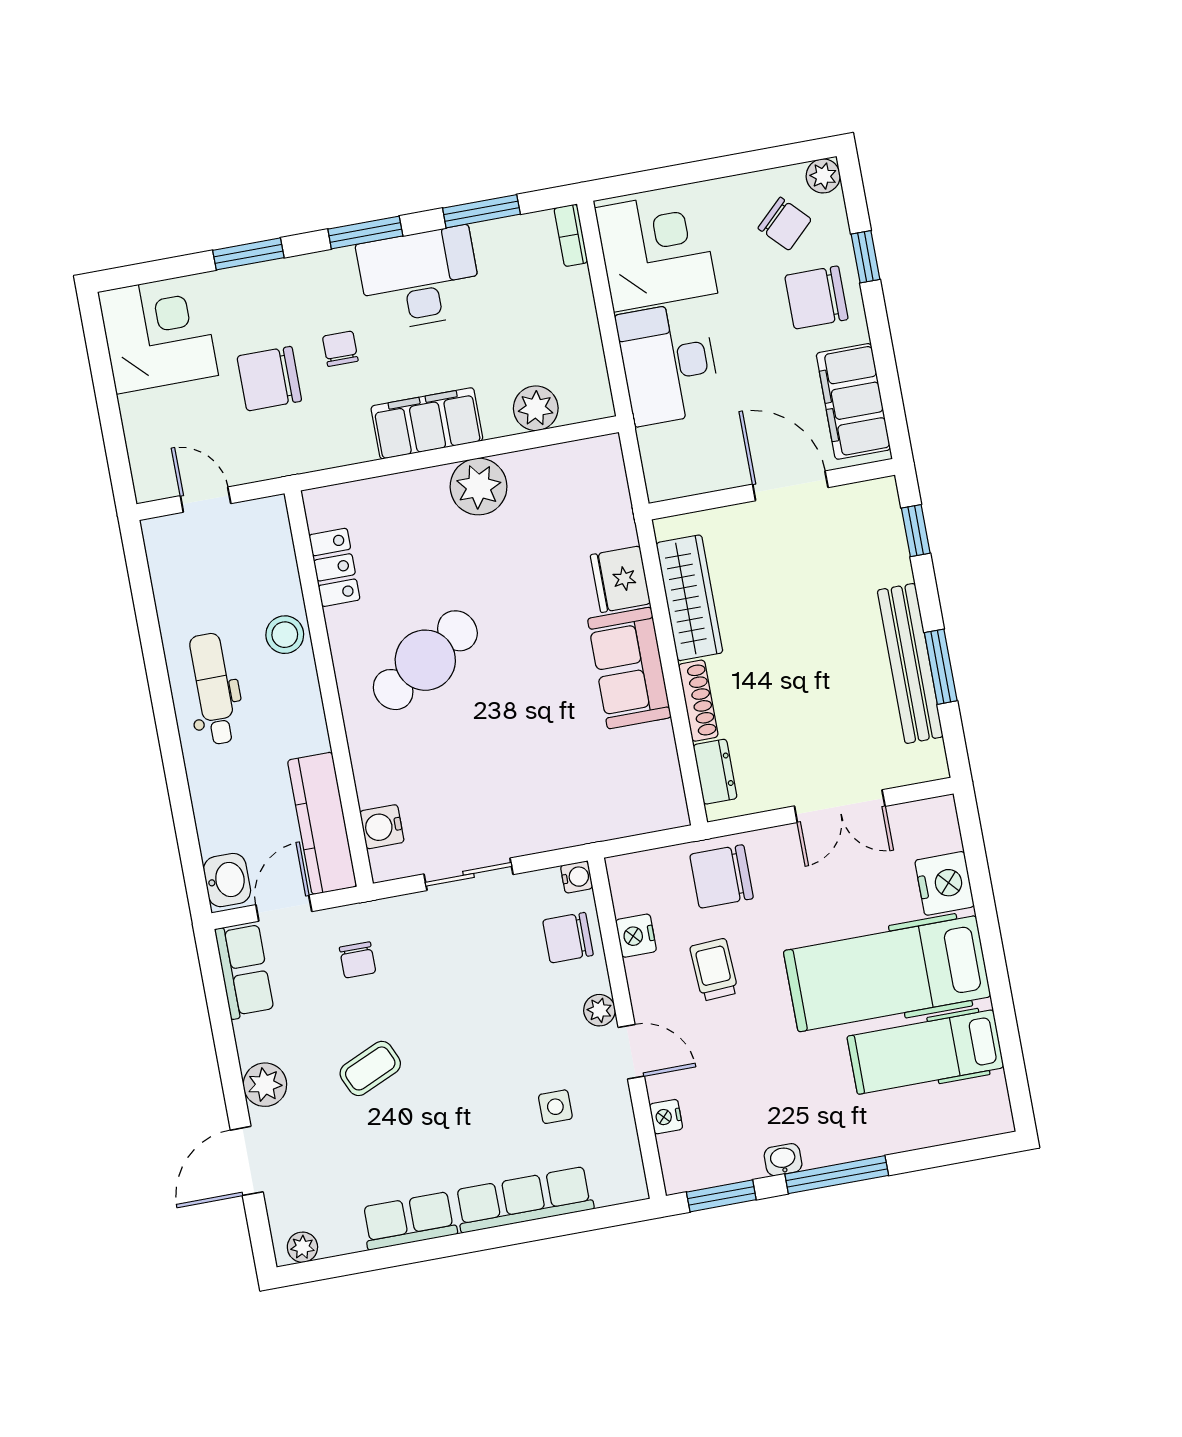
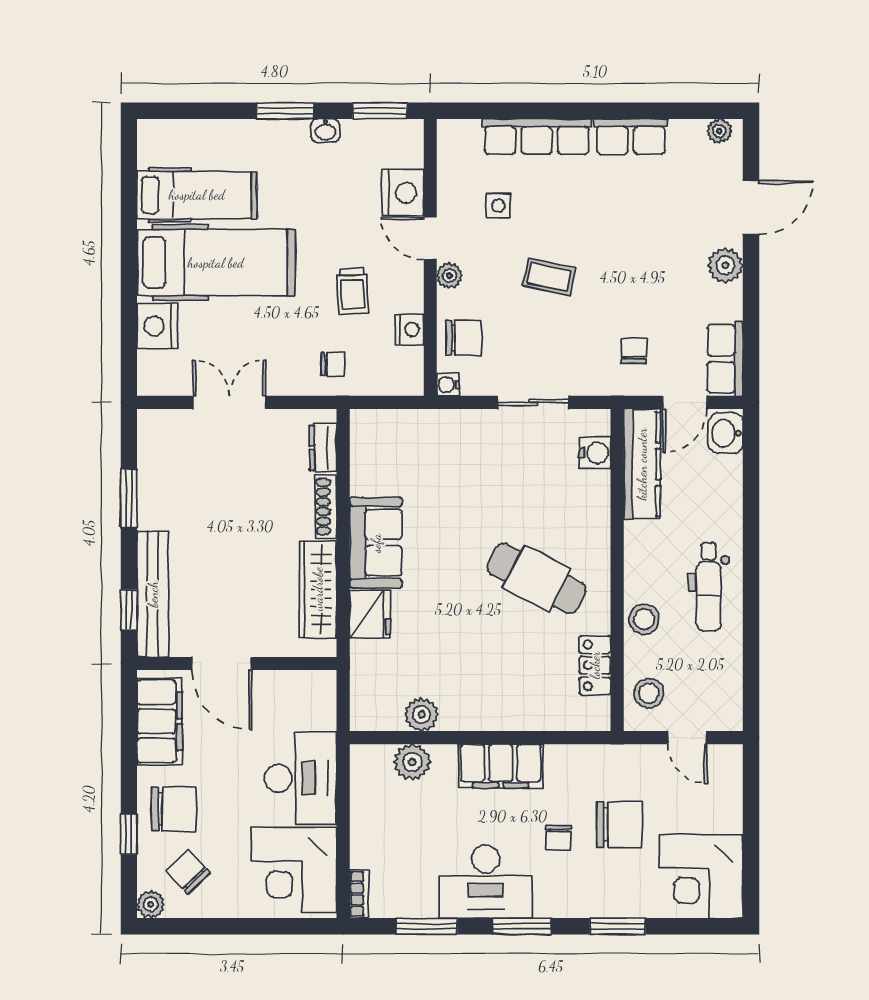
plant: (479, 487) -> (422, 714), moved, width x0.73, depth x0.73
stool: (262, 545) -> (649, 693), added
cafe table: (425, 660) -> (536, 579), turned 59
bench: (910, 663) -> (153, 594), moved
chair: (721, 876) -> (333, 364), width x0.54, depth x0.54
coffee table: (370, 1068) -> (549, 277), moved, turned 36
nightstand: (666, 1117) -> (403, 193), width x1.89, depth x1.79
window: (837, 1175) -> (285, 111), width x0.69

